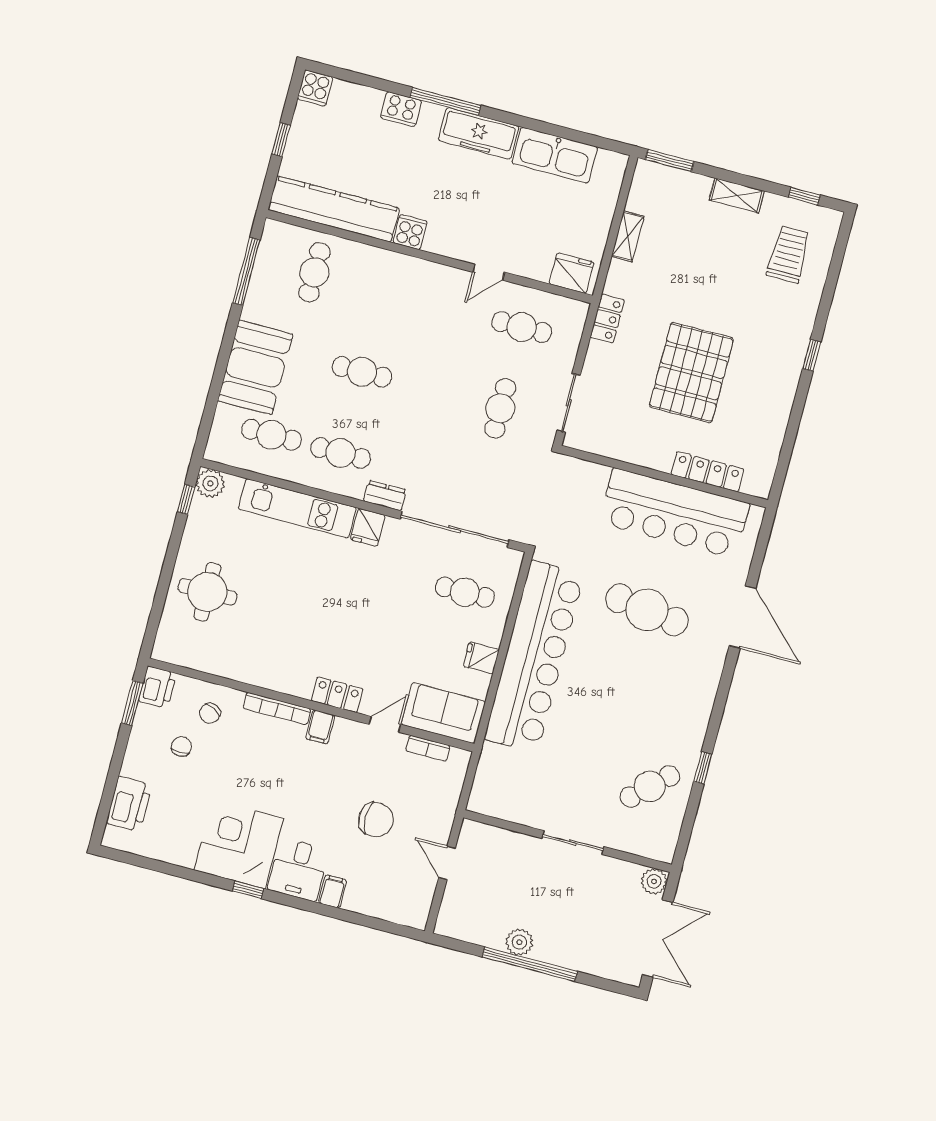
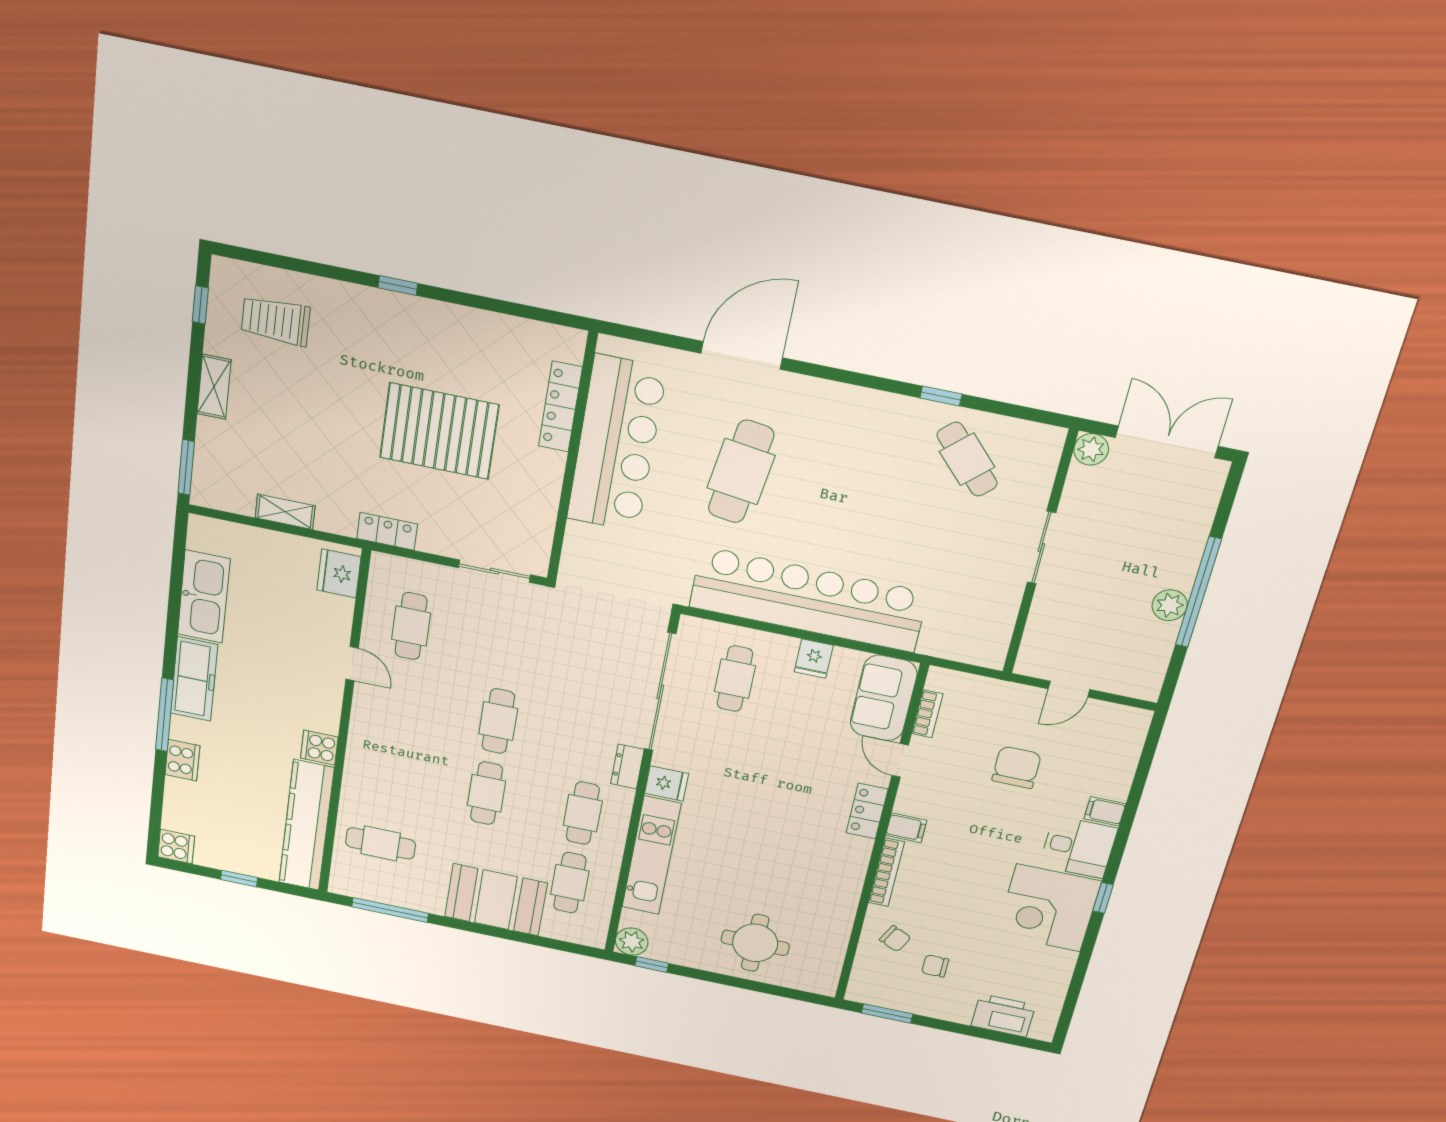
cafe table: (500, 408) -> (498, 721), moved, turned 90
printer: (157, 687) -> (868, 990), removed

